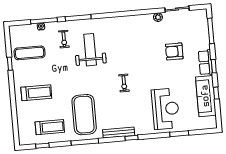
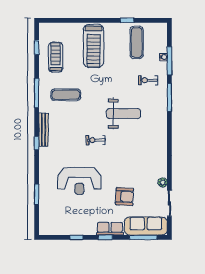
weight bench: (90, 50) -> (124, 114), moved
armchair: (174, 51) -> (125, 197), turned 93
treadmill: (36, 93) -> (93, 46), width x1.37, depth x1.38
sofa: (206, 96) -> (146, 226), moved
reception desk: (165, 109) -> (79, 181), moved
exercise mat: (84, 115) -> (66, 95), width x0.50, depth x0.69
treadmill: (50, 127) -> (56, 57), turned 180

